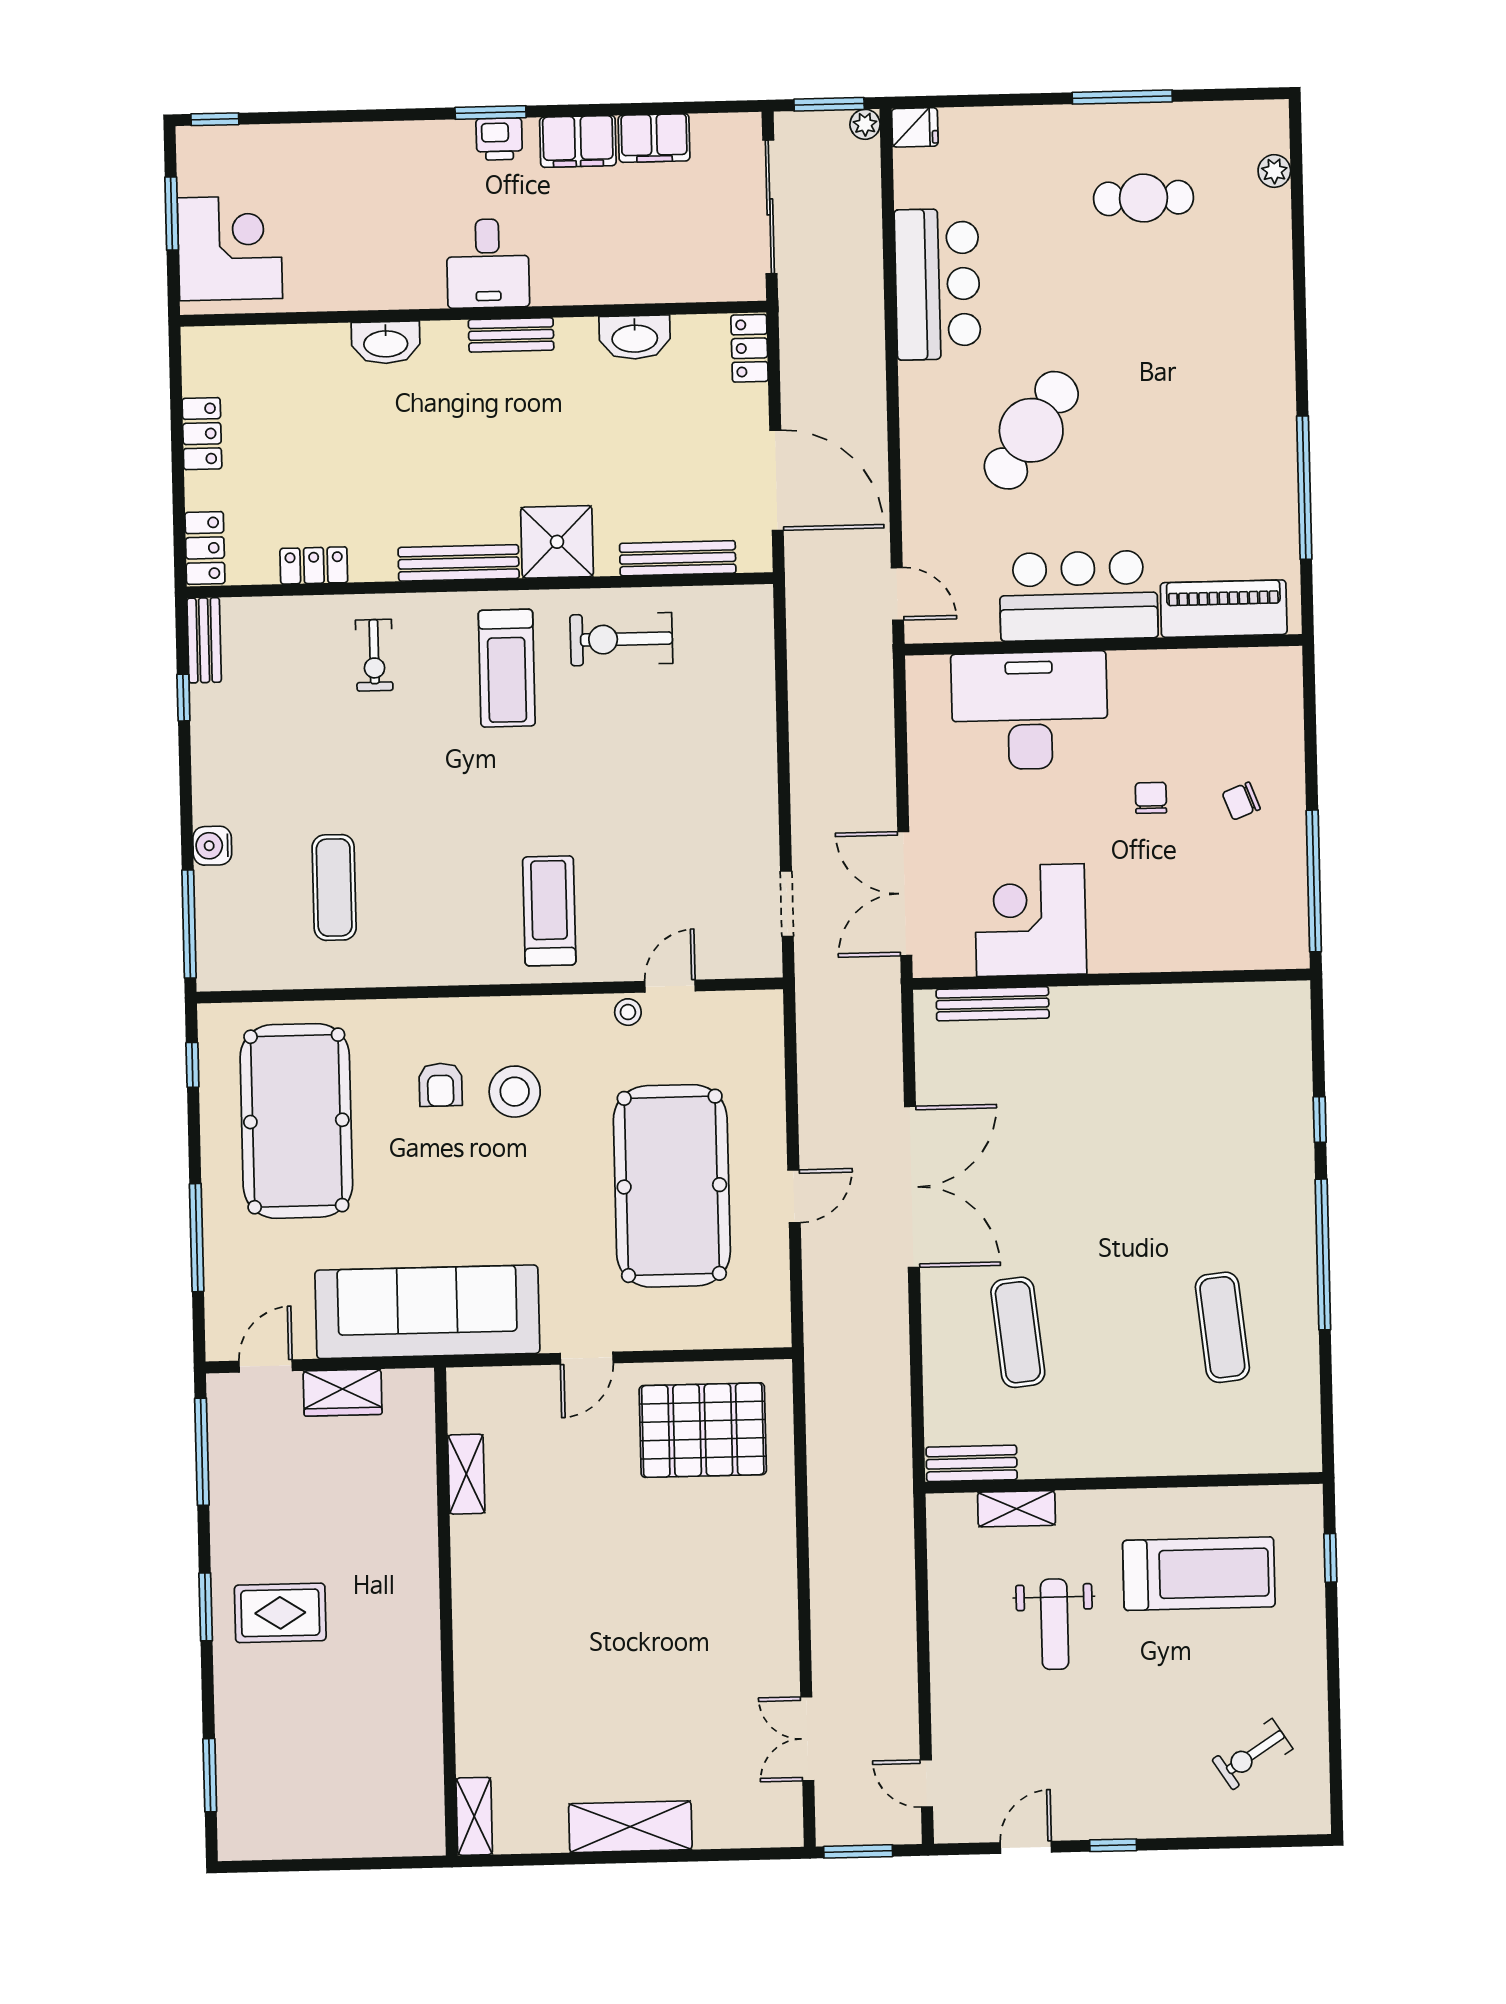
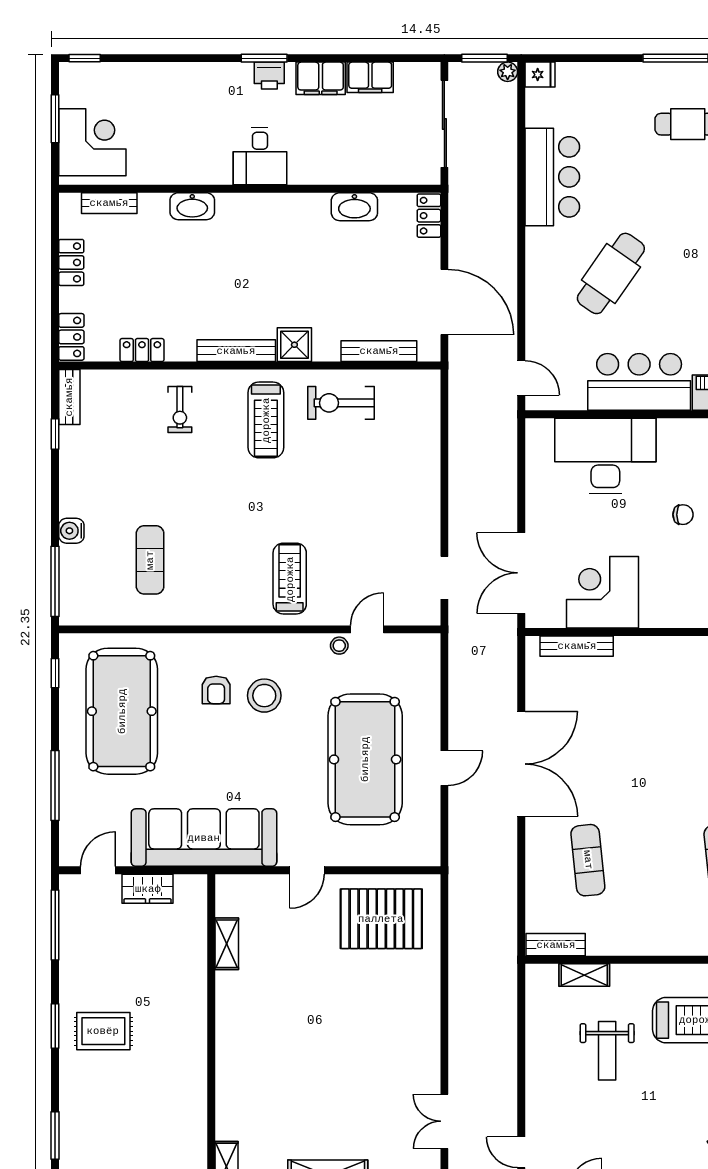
bench: (511, 335) -> (109, 203), moved
shower: (557, 542) -> (294, 345), width x0.73, depth x0.73
chair: (1151, 798) -> (683, 515), turned 90

